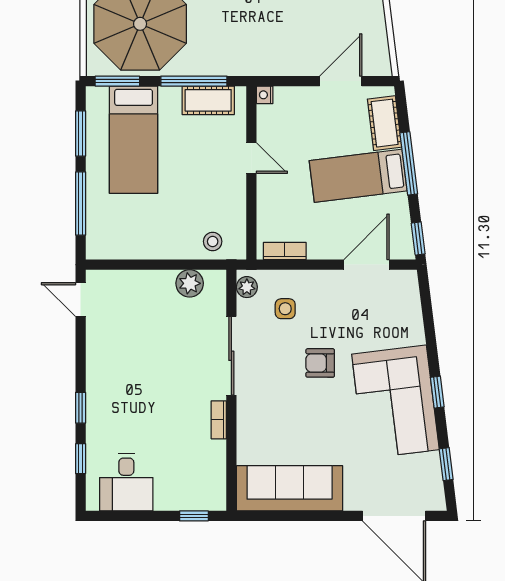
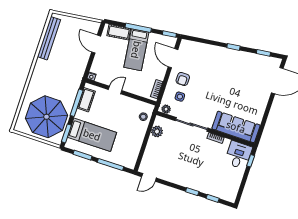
armchair: (320, 363) -> (183, 79), moved
corner sofa: (395, 402) -> (232, 65), removed
desk: (126, 482) -> (238, 155), moved, turned -90
sofa: (290, 488) -> (236, 127), moved, turned 90

